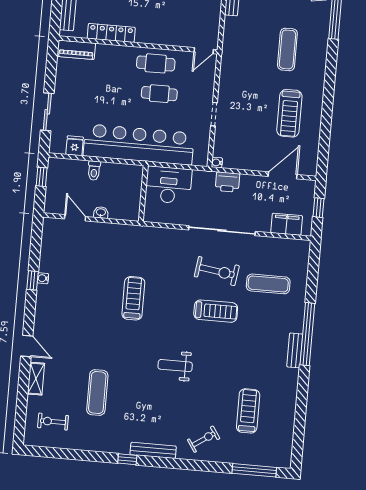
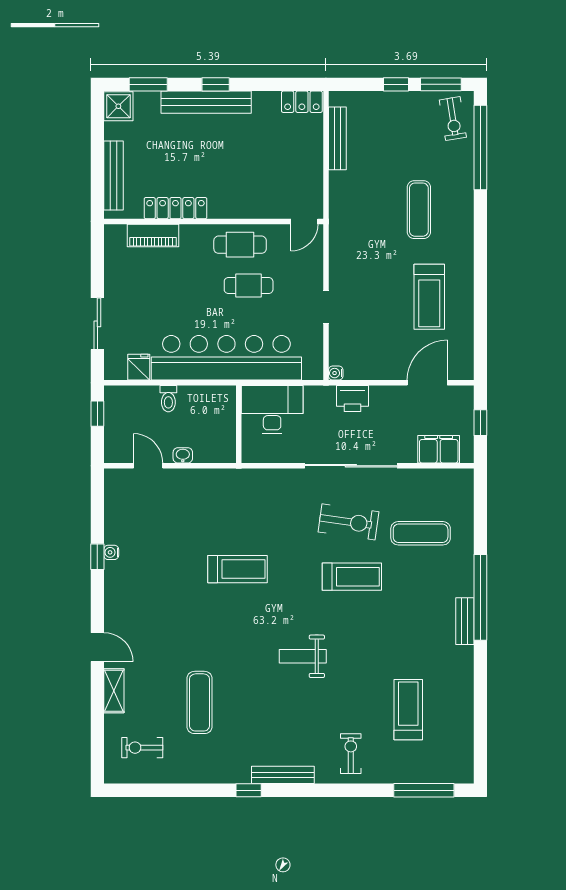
piano: (76, 50) -> (153, 235), moved
treadmill: (133, 298) -> (238, 569), turned 90
exercise bike: (204, 439) -> (351, 754), turned -56

